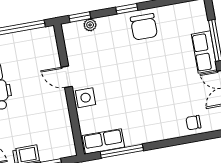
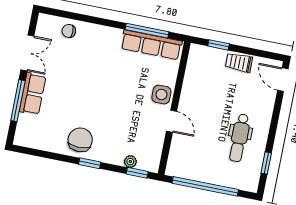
chair: (193, 123) -> (69, 31), turned 180
row of seats: (103, 141) -> (151, 45), width x1.48

